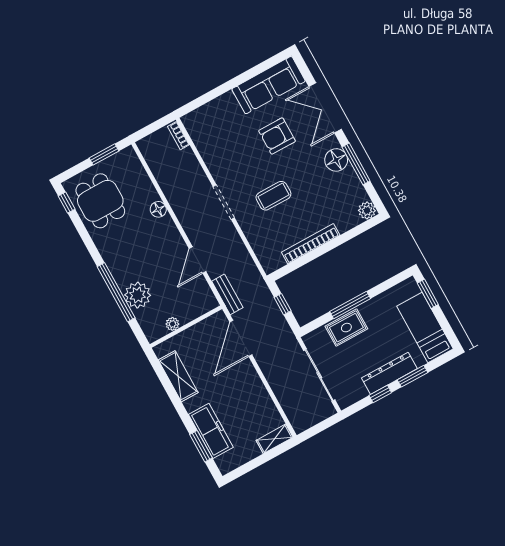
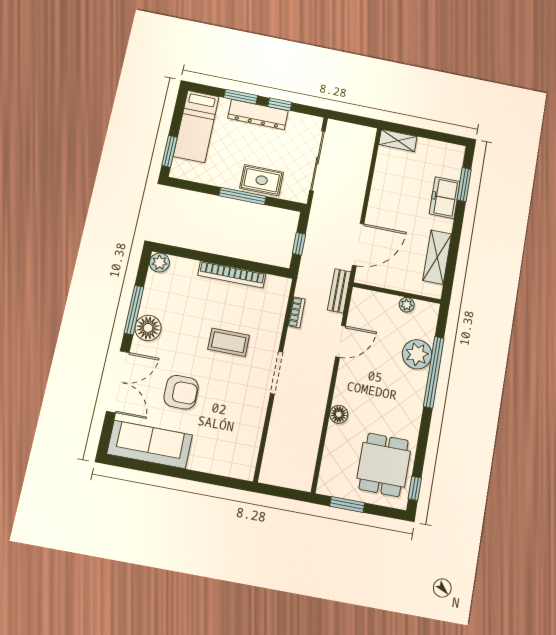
bookcase: (179, 136) -> (297, 312), moved
freezer: (211, 431) -> (445, 198), width x0.71

